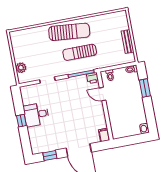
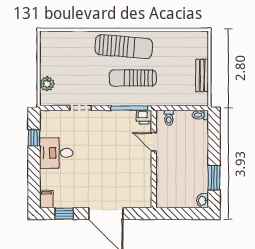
window: (145, 88) -> (214, 178), moved
window: (21, 121) -> (34, 138), moved
filing cabinet: (104, 135) -> (46, 199), moved

